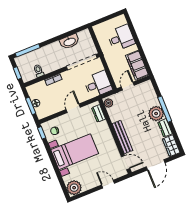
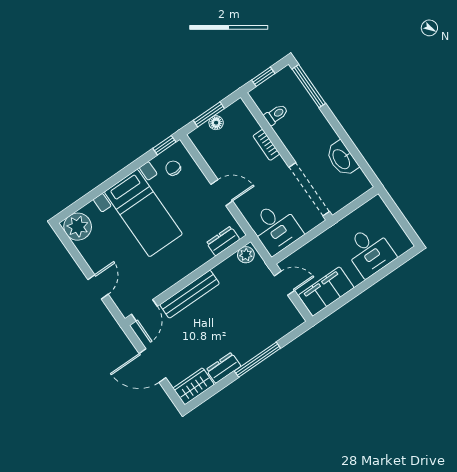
plant: (156, 114) -> (246, 346), removed

